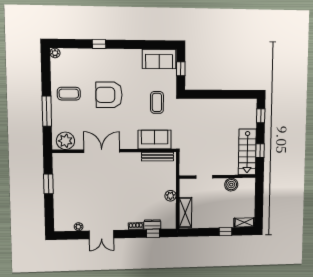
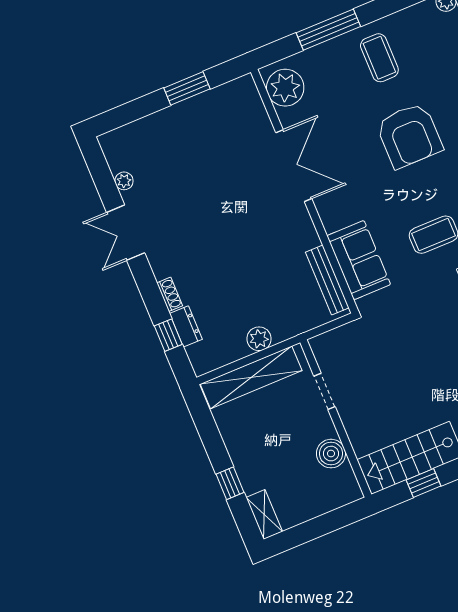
armchair: (109, 95) -> (409, 135), turned 180
shelving: (185, 213) -> (251, 377), width x1.47

